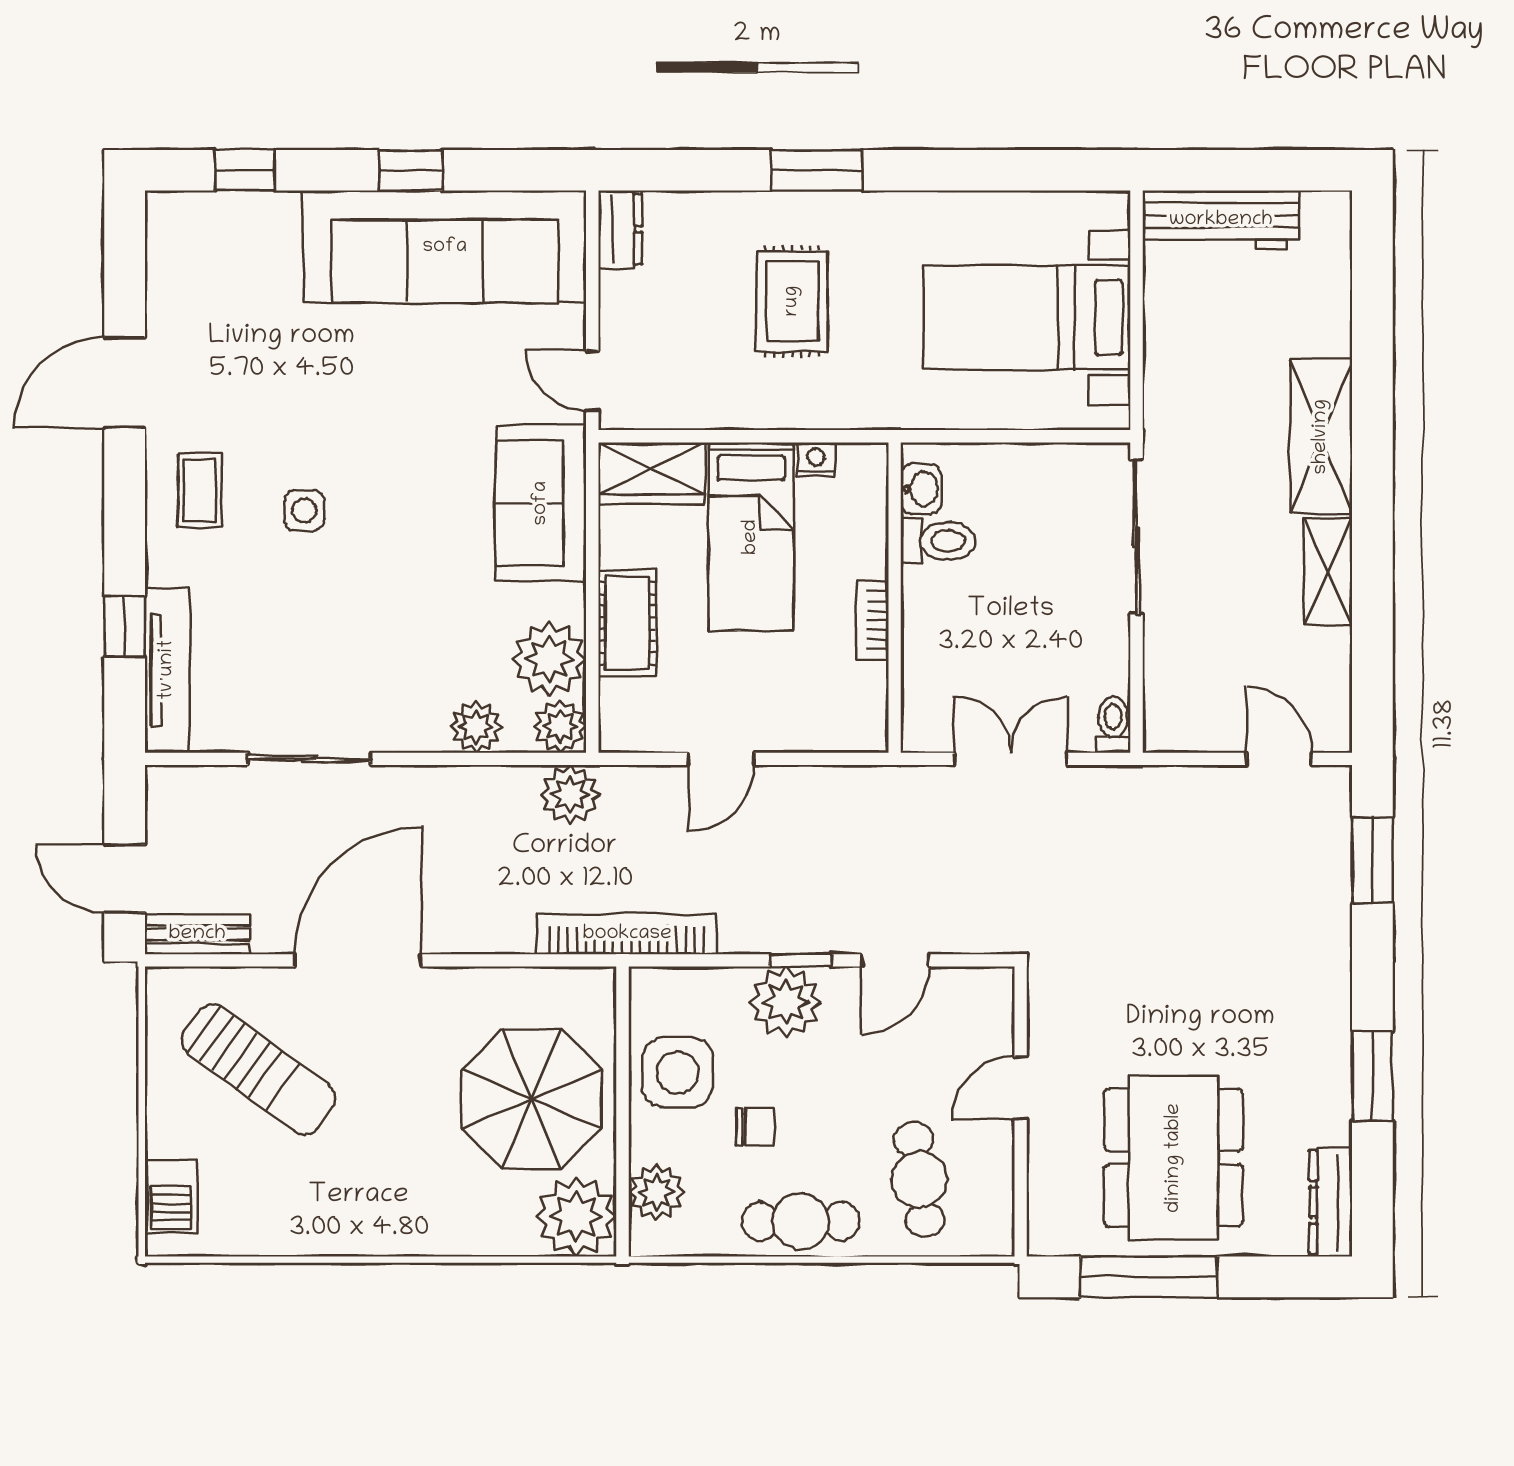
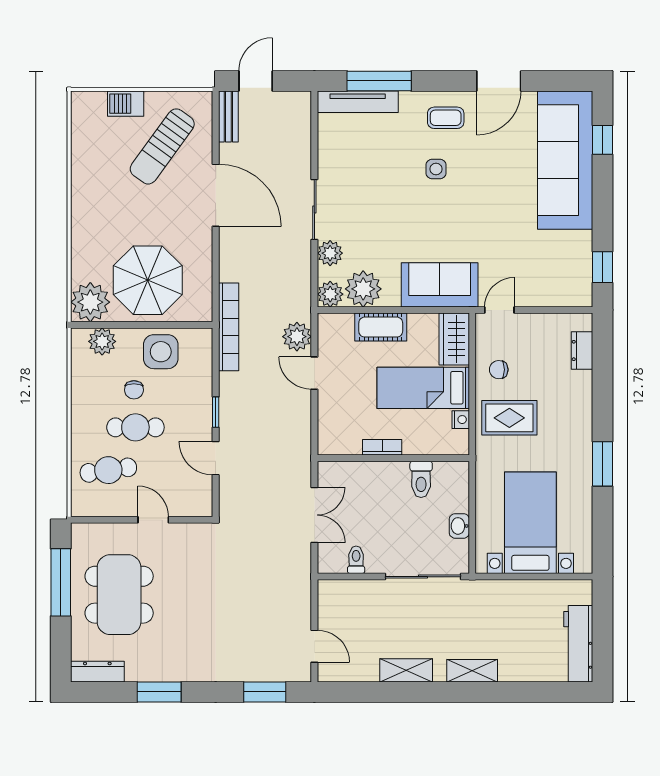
window: (411, 170) -> (603, 267), moved
window: (817, 170) -> (603, 464), moved
workbench: (1221, 220) -> (578, 644), moved
dresser: (620, 229) -> (582, 350), moved, turned 90
sofa: (445, 247) -> (565, 160), moved
rug: (792, 301) -> (509, 418), moved
door: (125, 382) -> (499, 81), swing flipped
chair: (714, 382) -> (499, 370), added
shelving: (1321, 437) -> (472, 671), width x0.67, depth x0.75
washbasin: (921, 489) -> (459, 526), moved, turned 90
window: (125, 627) -> (379, 81), width x2.17
toilet: (1113, 725) -> (356, 560), moved, turned -90
sliding door: (309, 759) -> (314, 209), moved
door: (1279, 759) -> (314, 646), hinge flipped
plant: (570, 794) -> (297, 337), moved
plant: (786, 1002) -> (195, 405), removed
dining table: (1174, 1158) -> (119, 595), turned 90
barbecue: (171, 1197) -> (126, 104), moved
cafe table: (801, 1221) -> (135, 427), moved, turned 90

